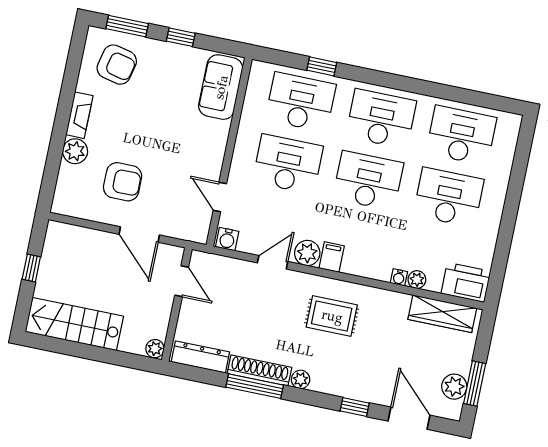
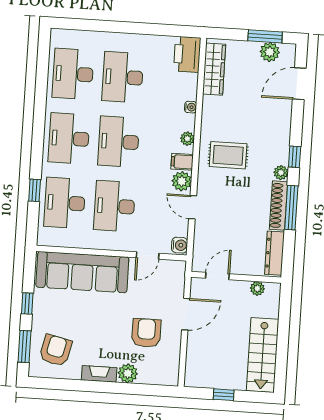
sofa: (221, 87) -> (82, 272), width x1.85, depth x1.27
plant: (417, 280) -> (187, 139), moved
rug: (332, 316) -> (228, 155), turned 90
plant: (155, 349) -> (257, 288), moved
window: (355, 407) -> (295, 157), moved

